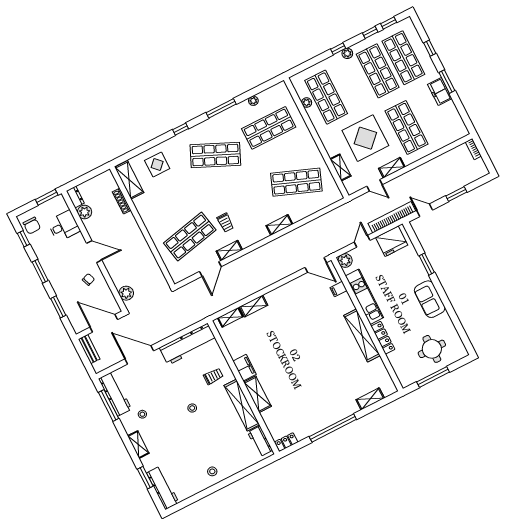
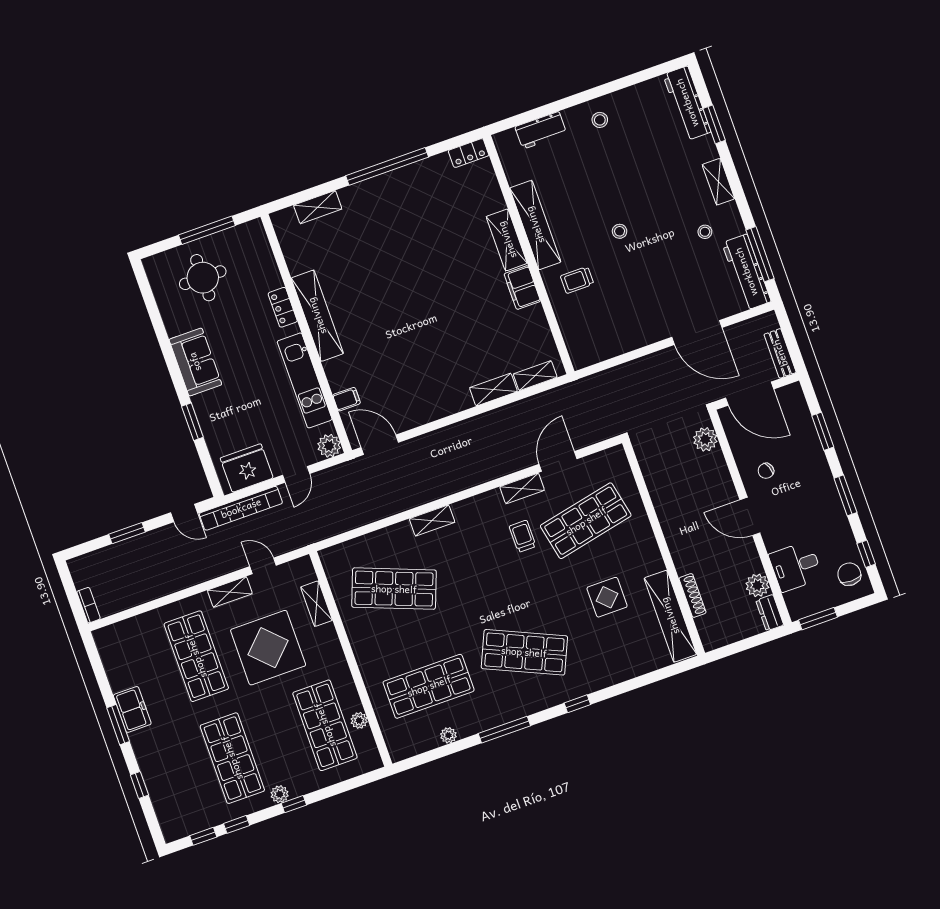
shop shelf: (403, 58) -> (186, 775), removed
display table: (157, 164) -> (607, 597), moved
shelving: (129, 180) -> (670, 616), width x1.47
locker: (383, 338) -> (283, 307), width x0.66
workbench: (188, 344) -> (613, 340), removed
workbench: (260, 441) -> (541, 130), moved, turned 90

